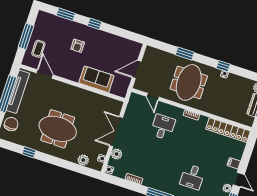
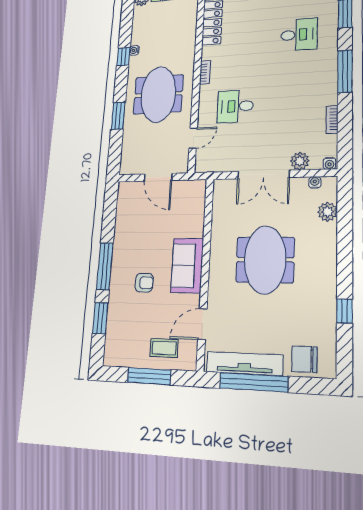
window: (95, 24) -> (105, 266), width x2.17
sofa: (96, 79) -> (187, 265), moved
meeting table: (189, 82) -> (158, 94), turned 90
meeting table: (58, 129) -> (265, 260), moved

